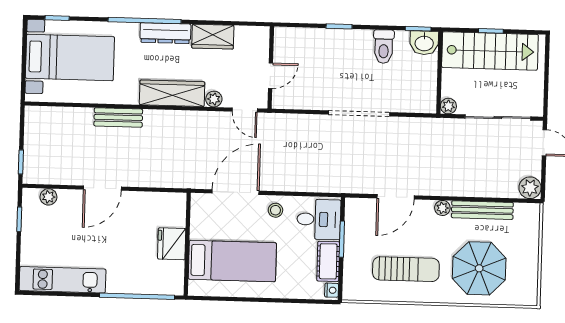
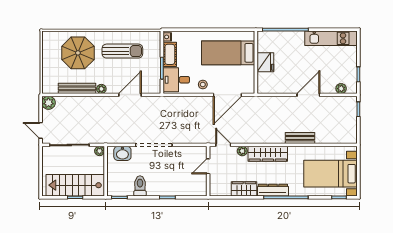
washbasin: (424, 43) -> (122, 153), moved, turned 180
sun lounger: (406, 269) -> (122, 51), turned 180

